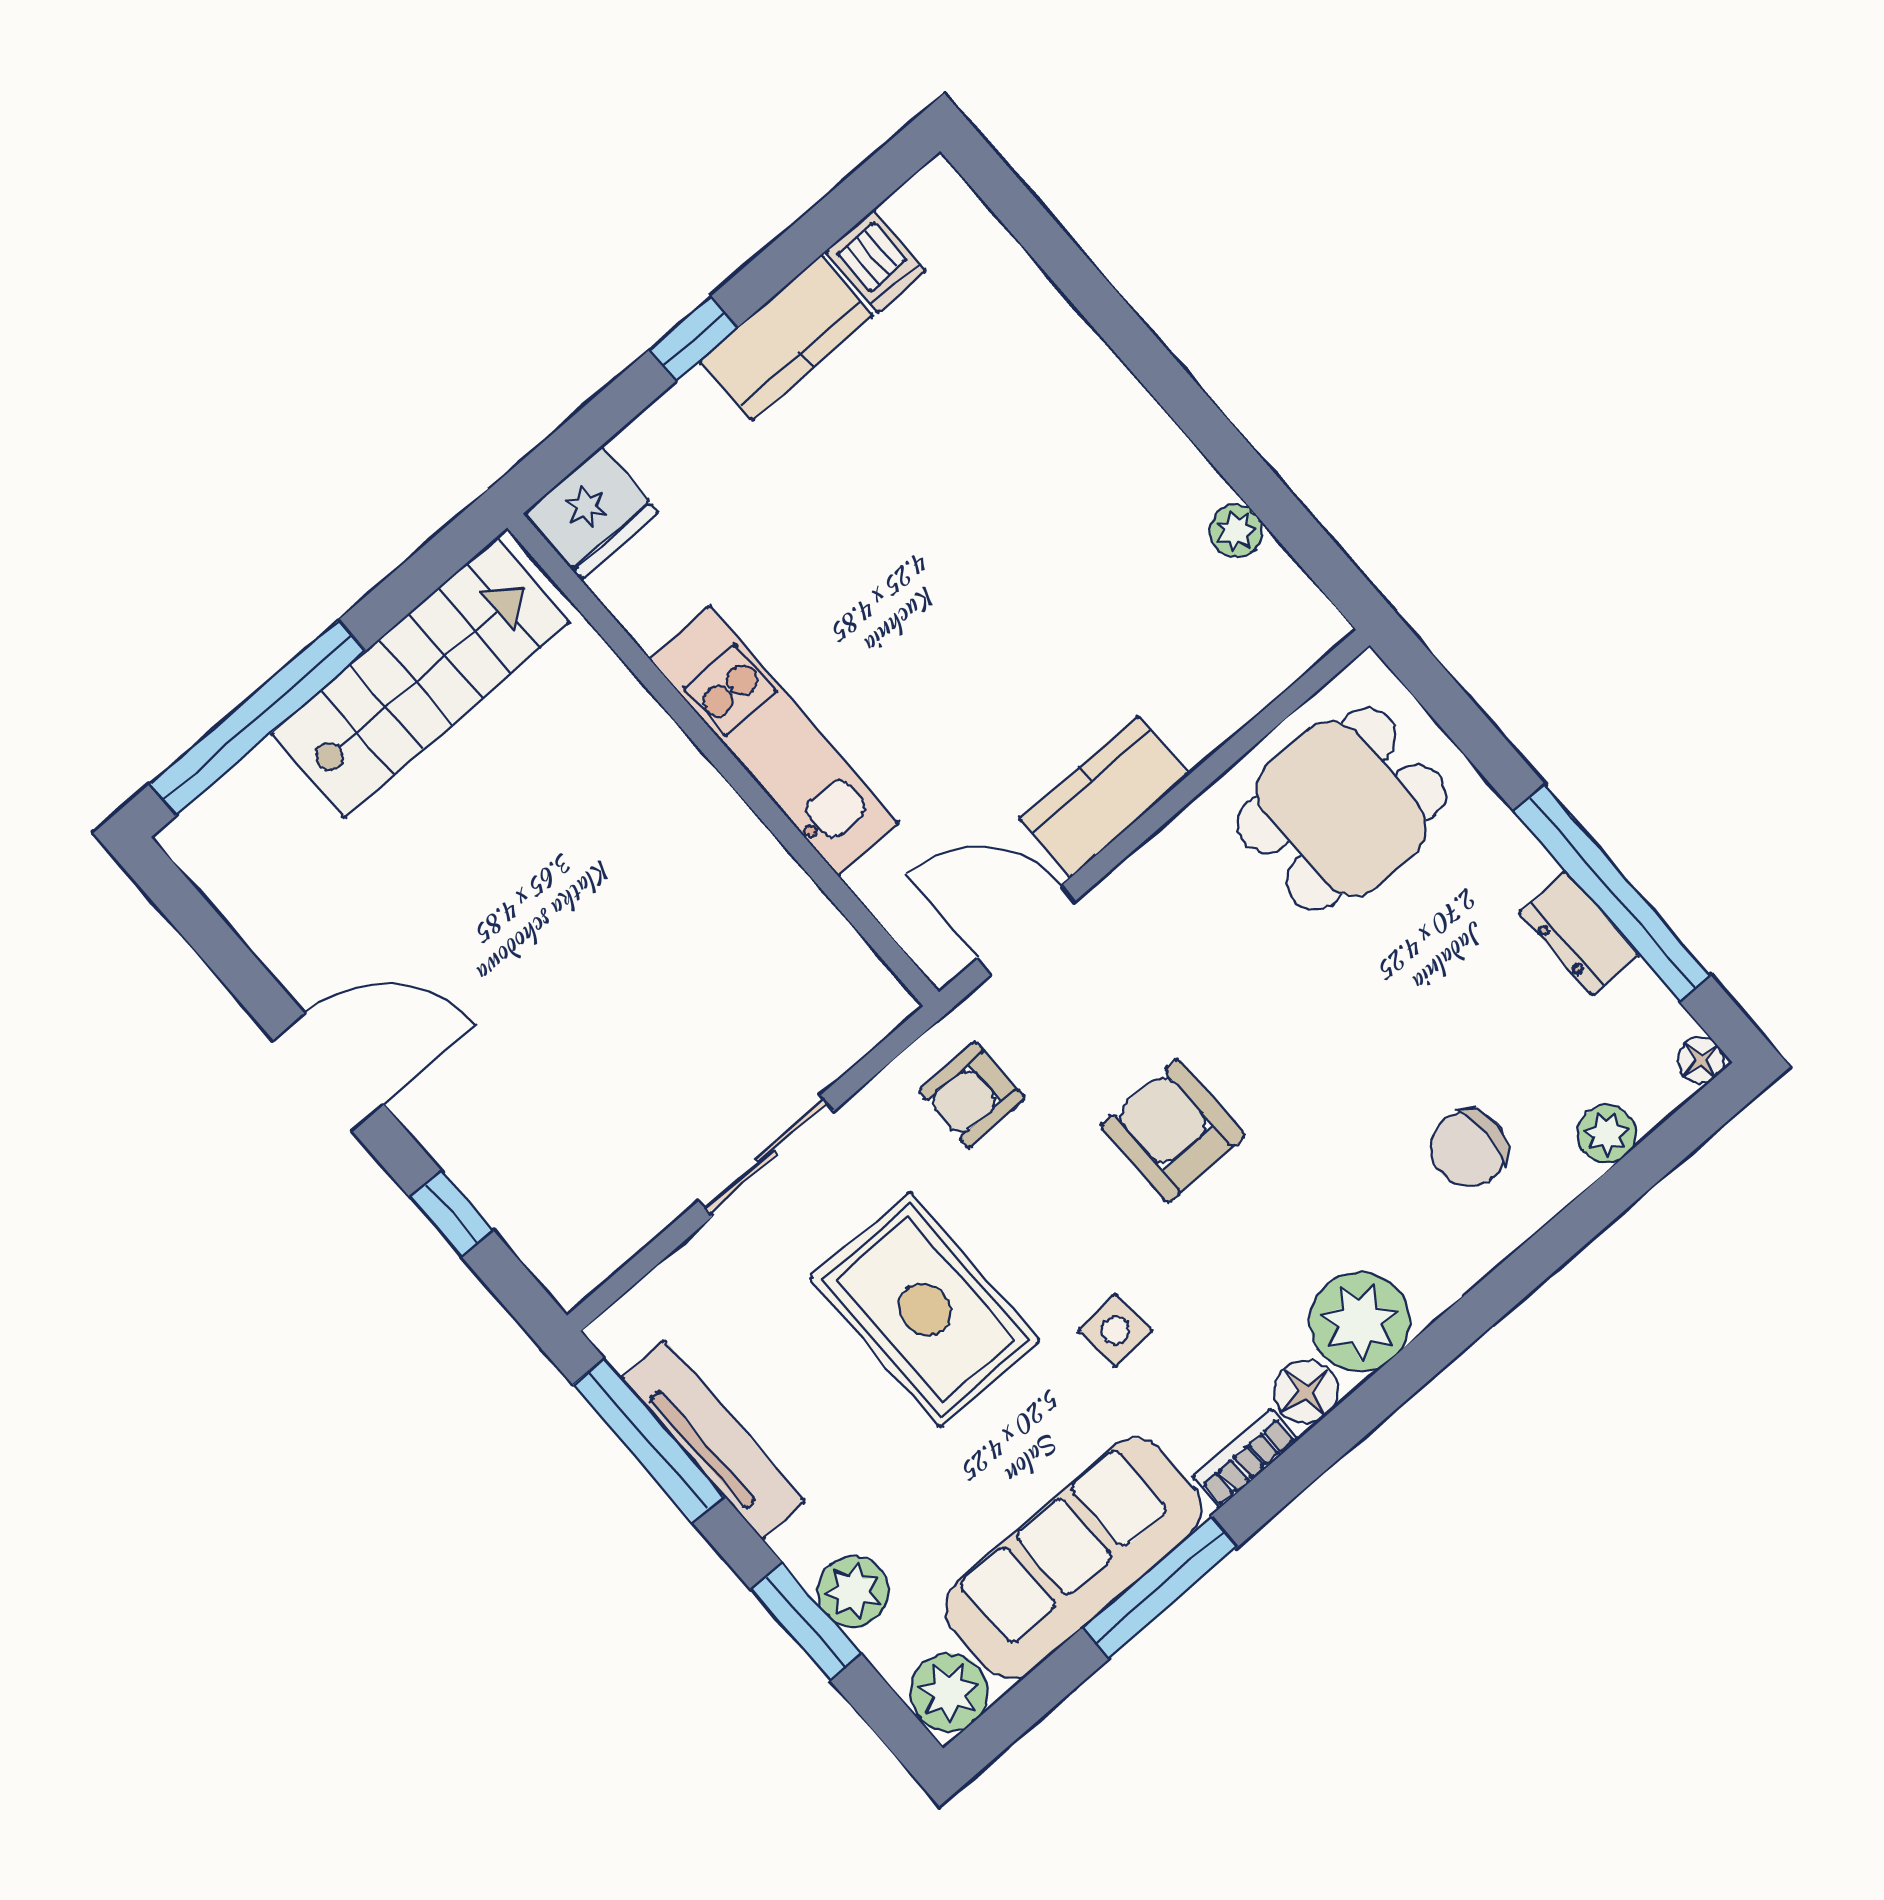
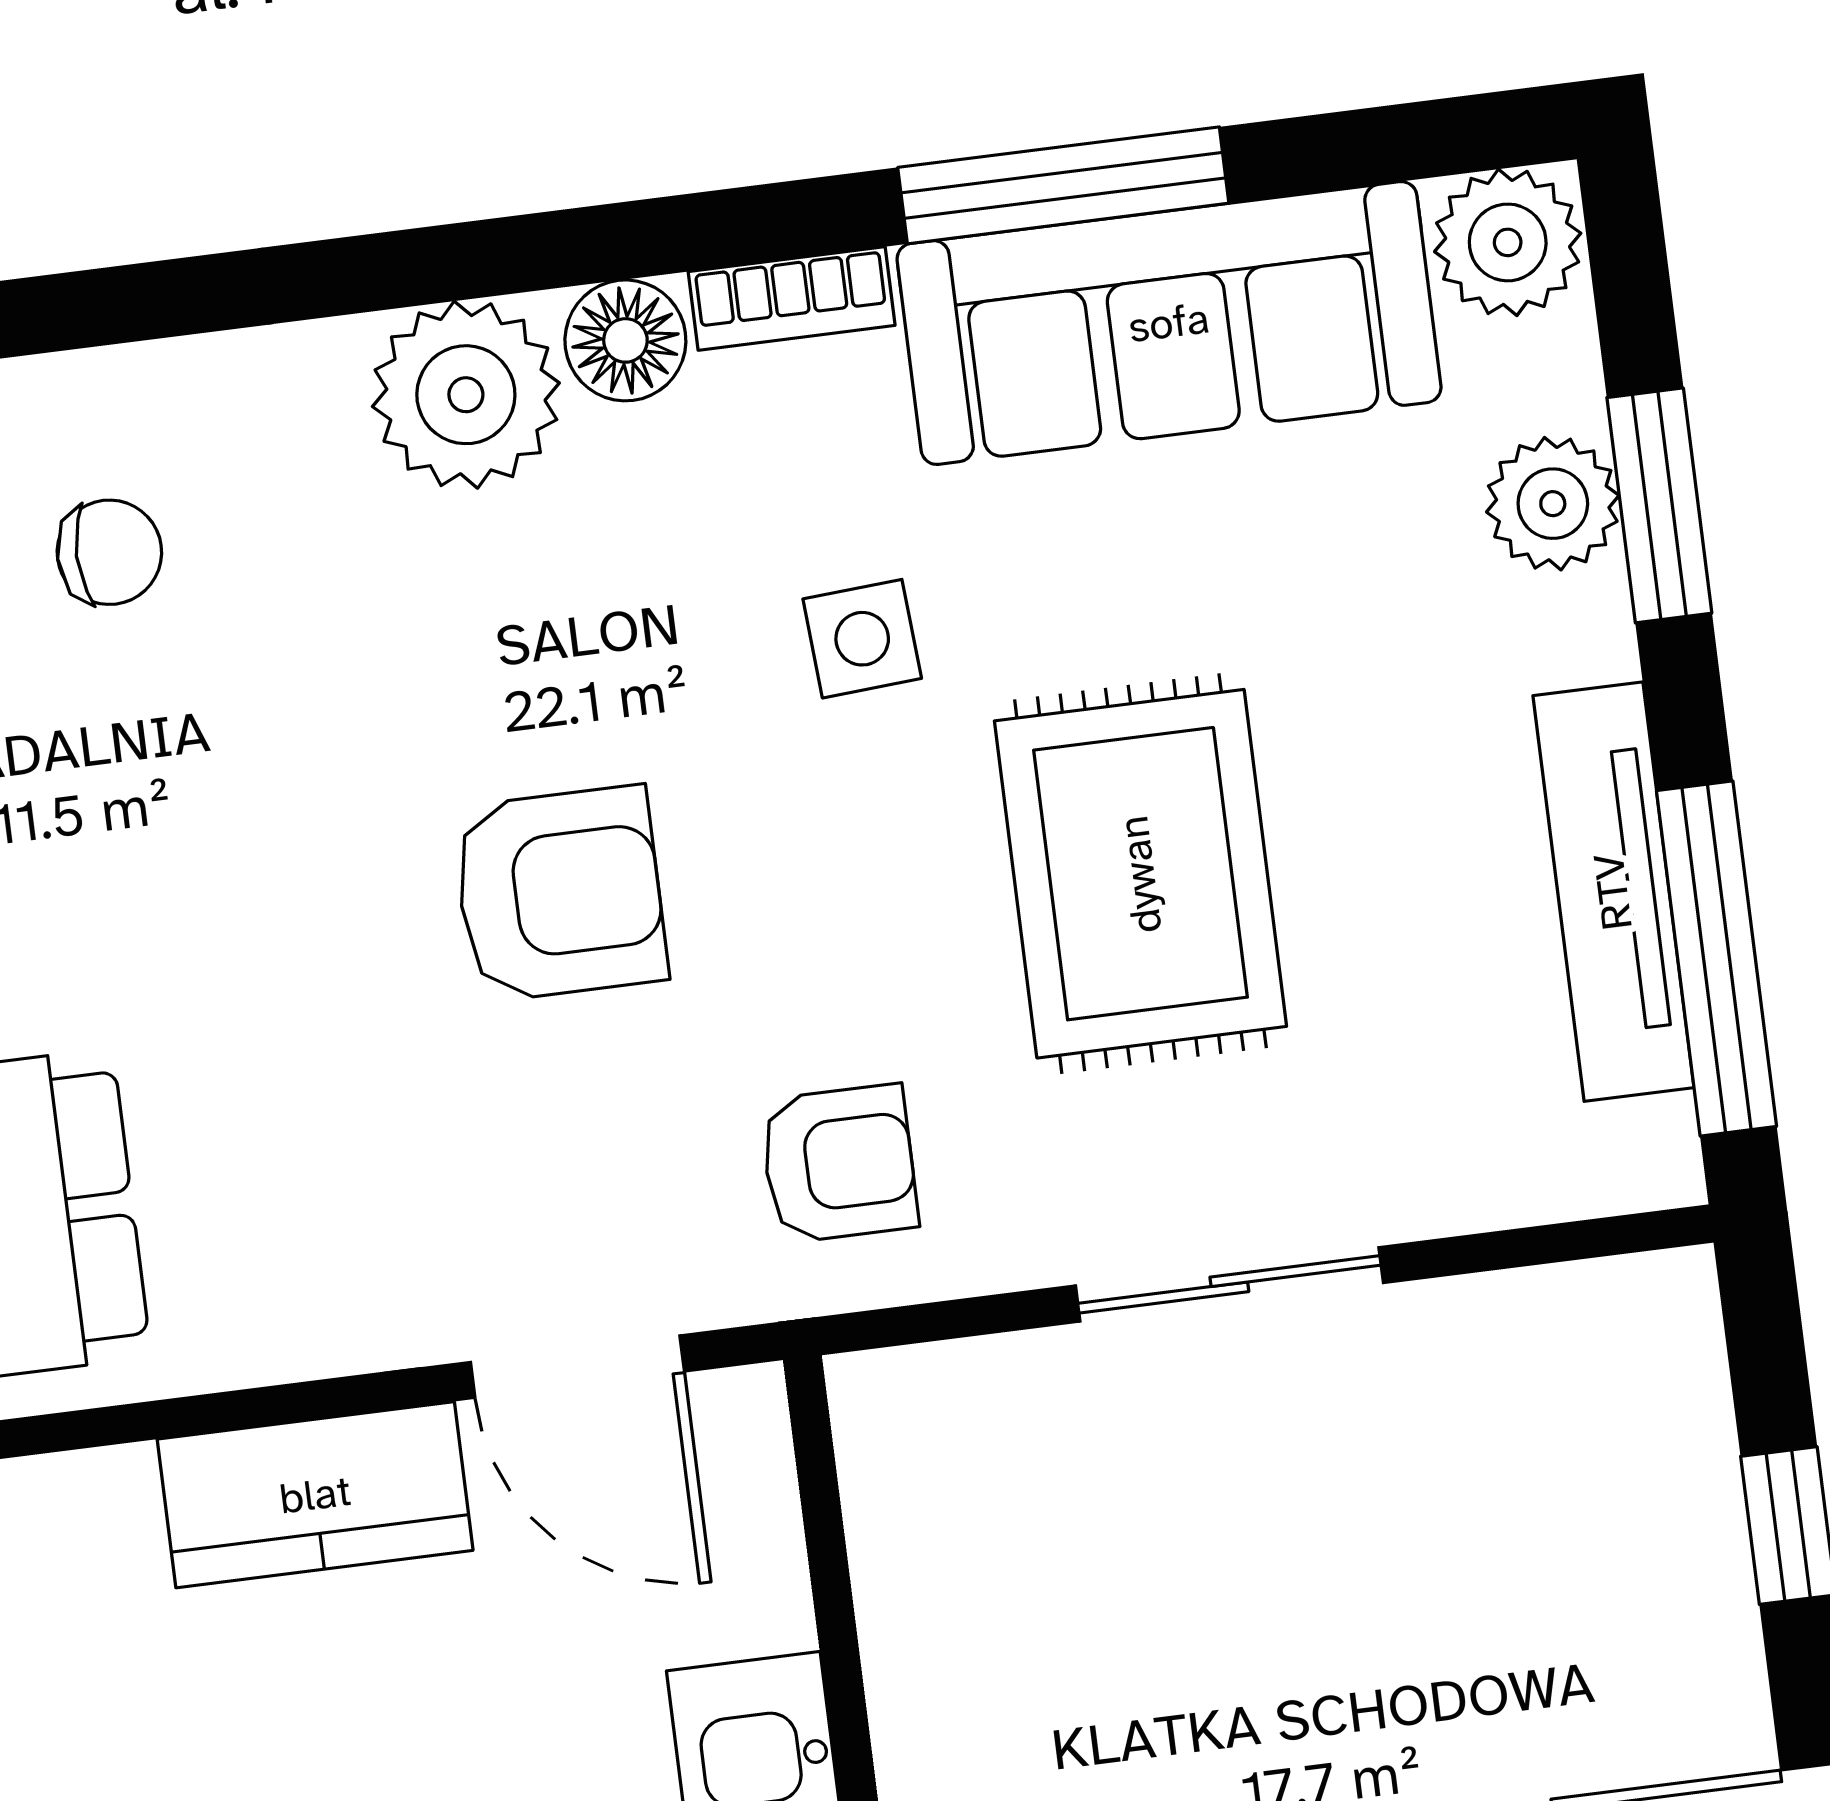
armchair: (1173, 1131) -> (560, 894), turned -90
chair: (1469, 1148) -> (109, 552), width x0.73, depth x0.73

